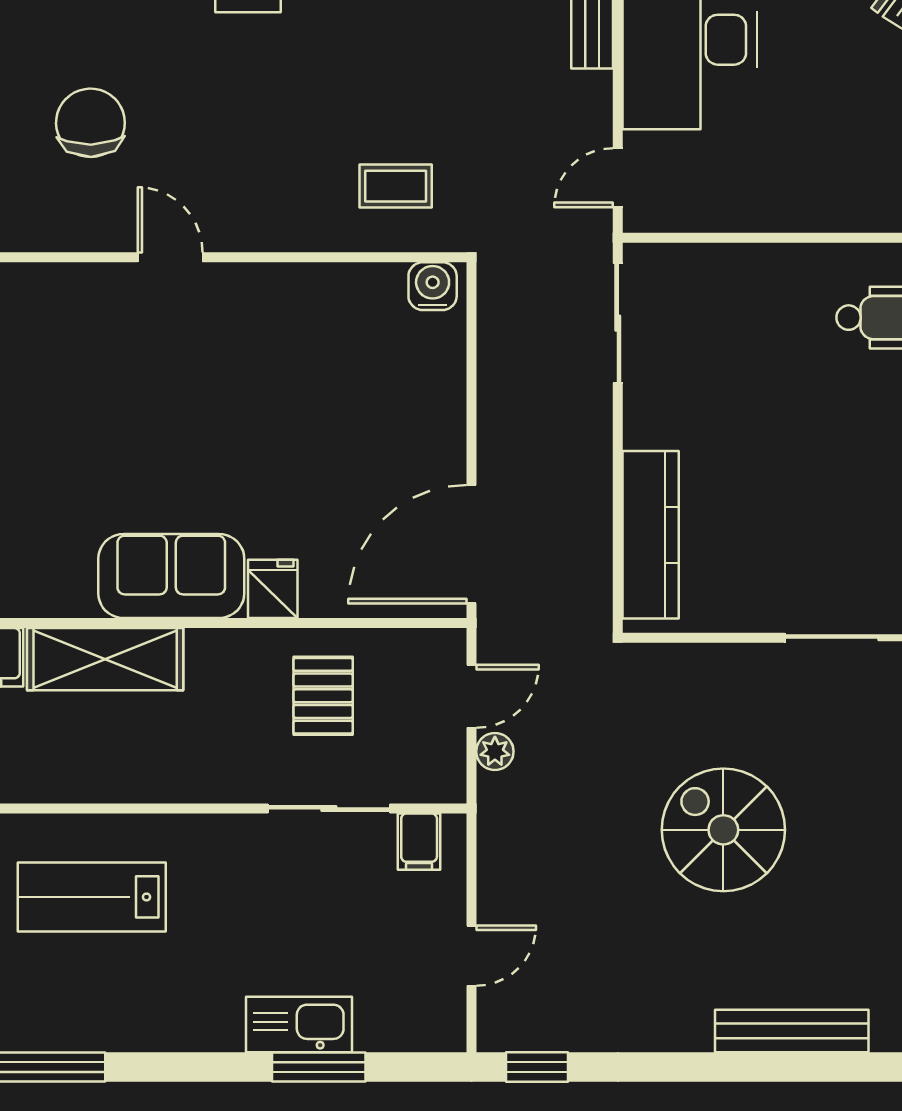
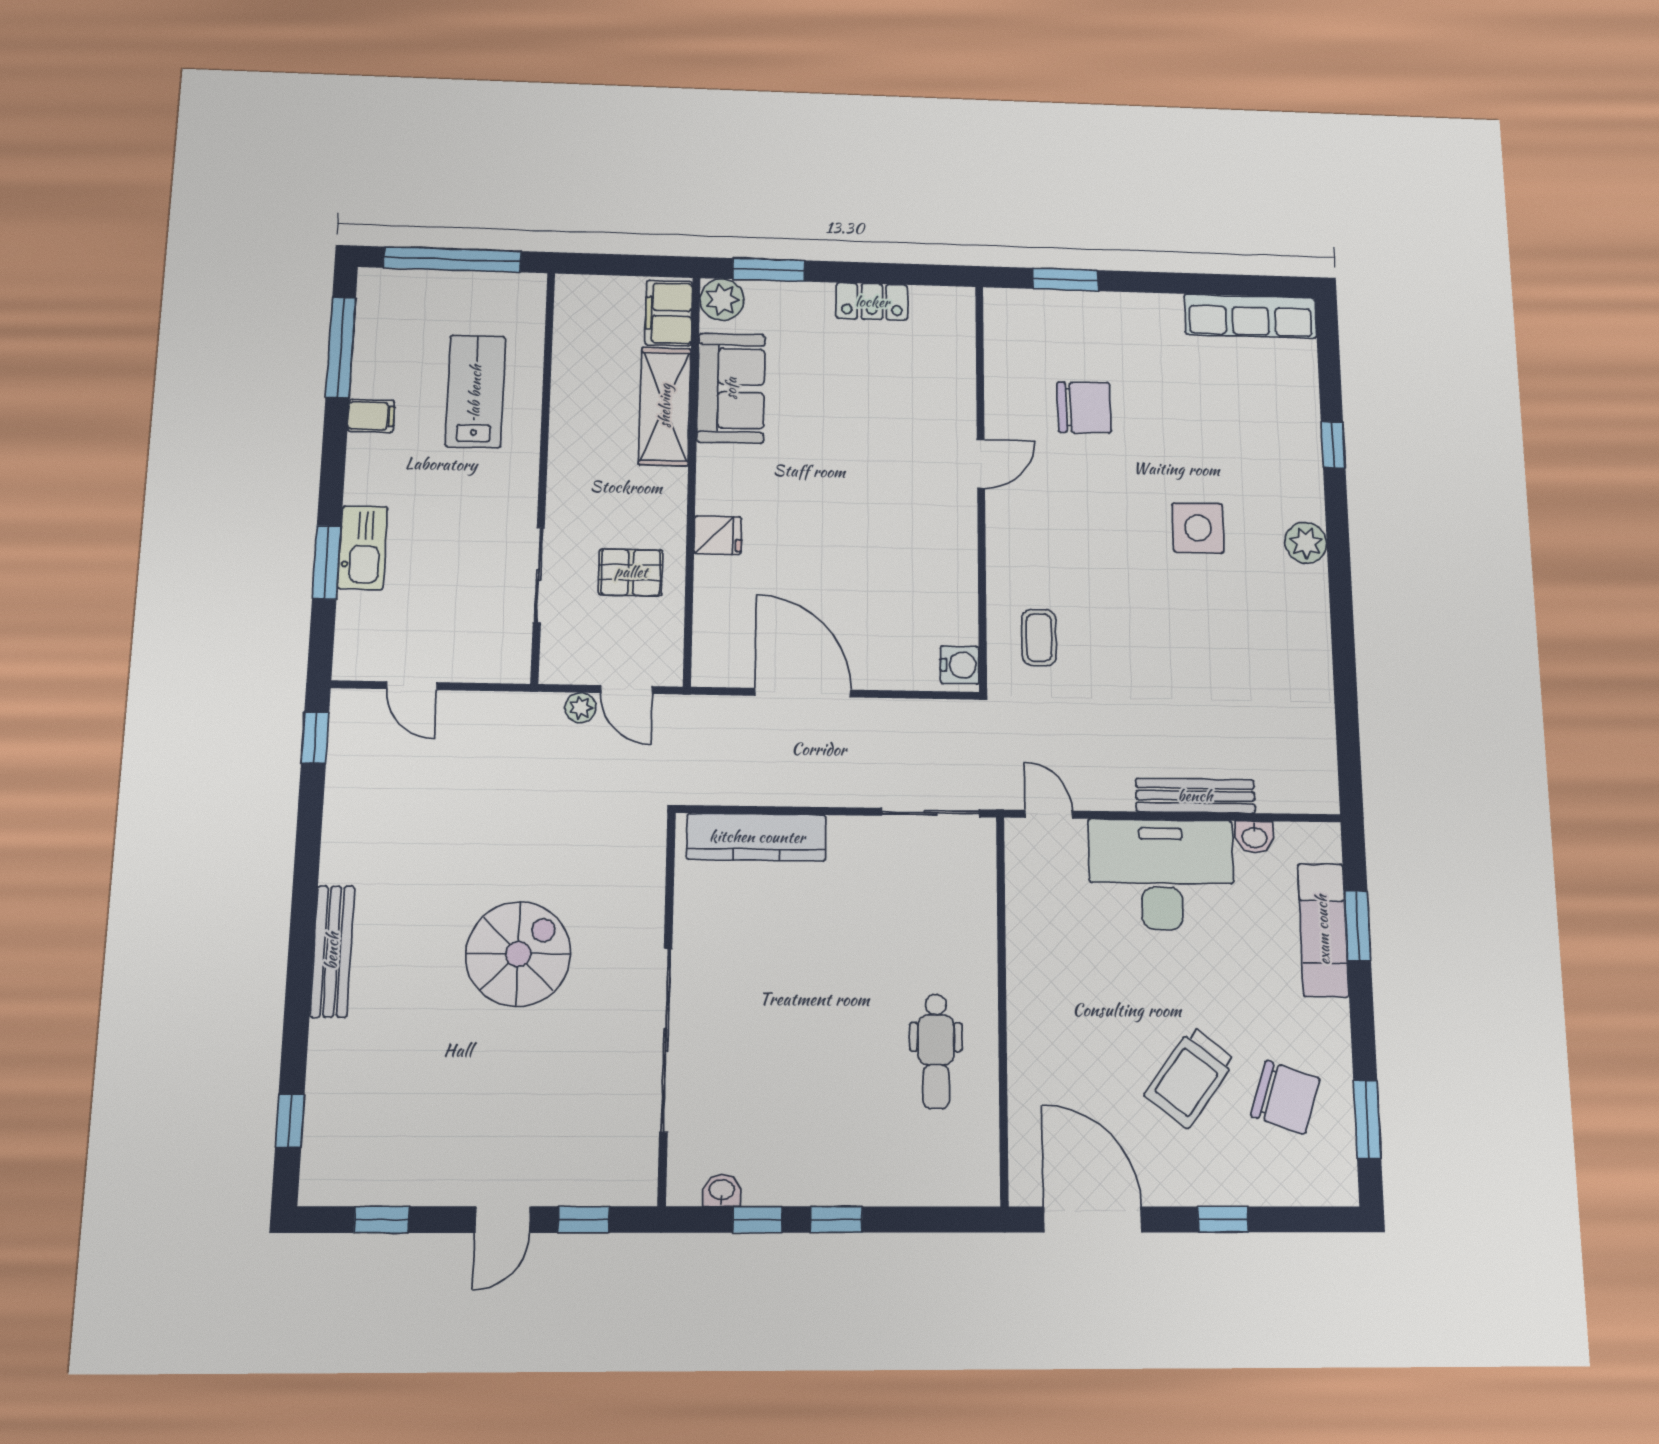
door: (471, 544) -> (803, 693), moved
sofa: (171, 576) -> (731, 388), moved
spiral stairs: (723, 830) -> (518, 954), moved
filing cabinet: (419, 842) -> (371, 416), moved, turned 180

